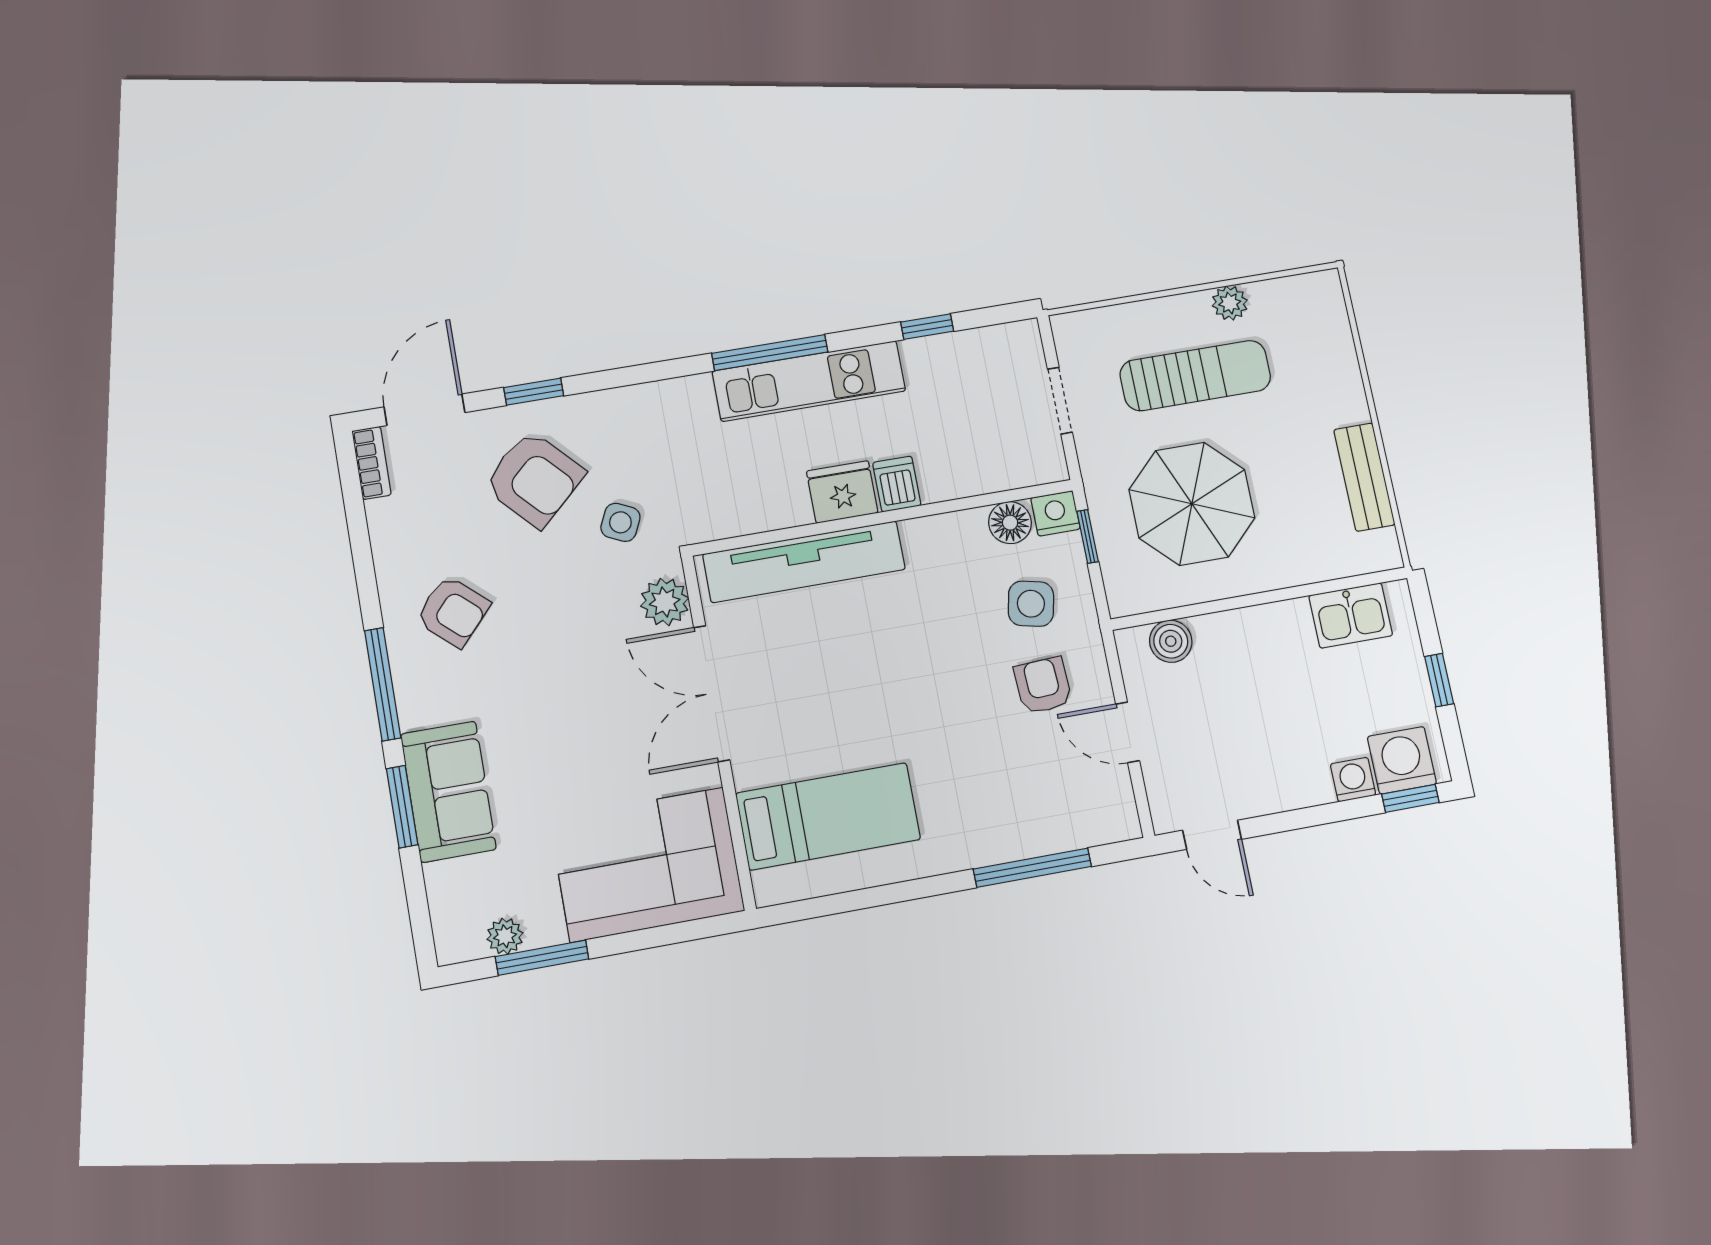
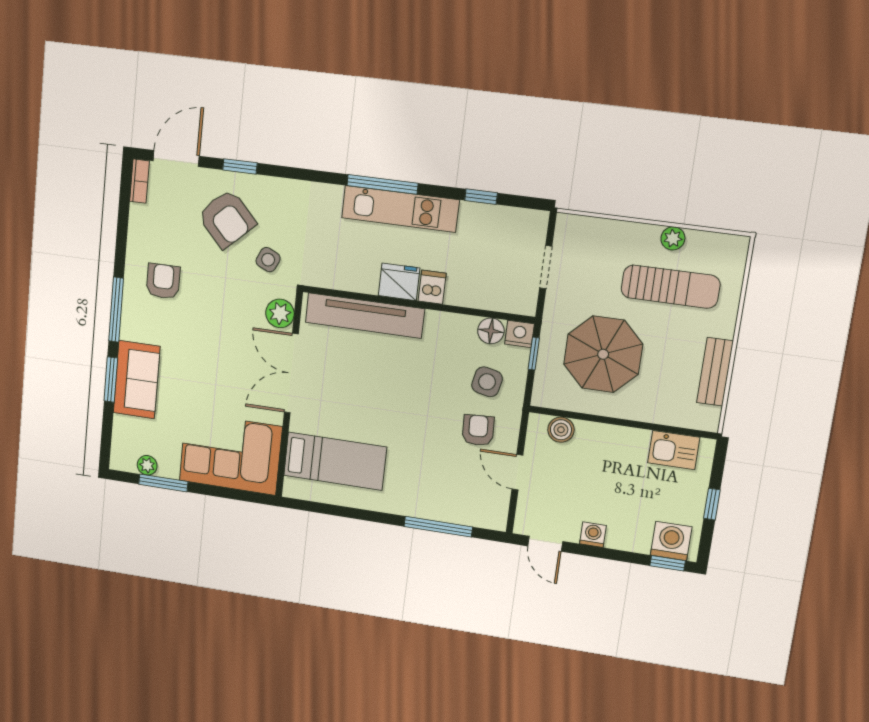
sun lounger: (1195, 376) -> (670, 287), moved
armchair: (453, 611) -> (163, 281), turned -132
washing machine: (1353, 780) -> (593, 535), moved

